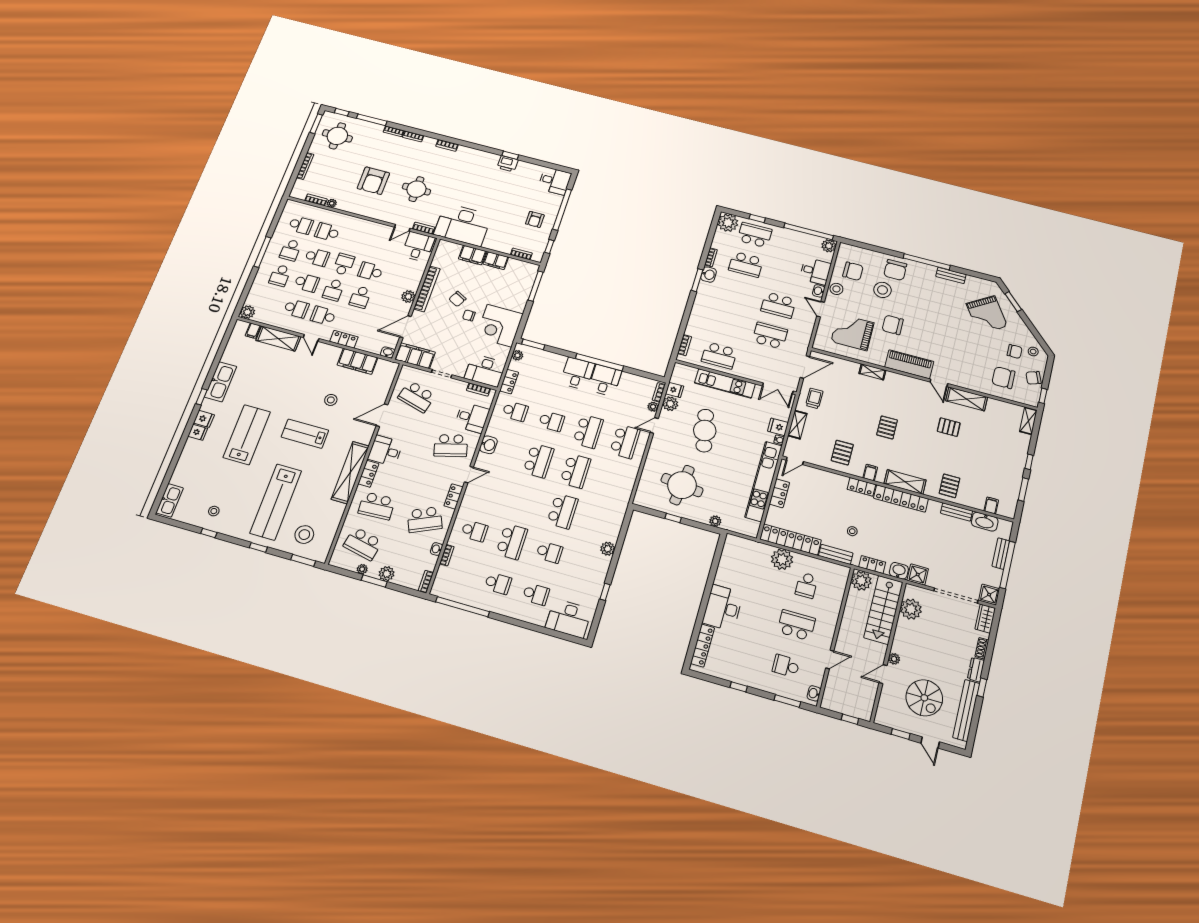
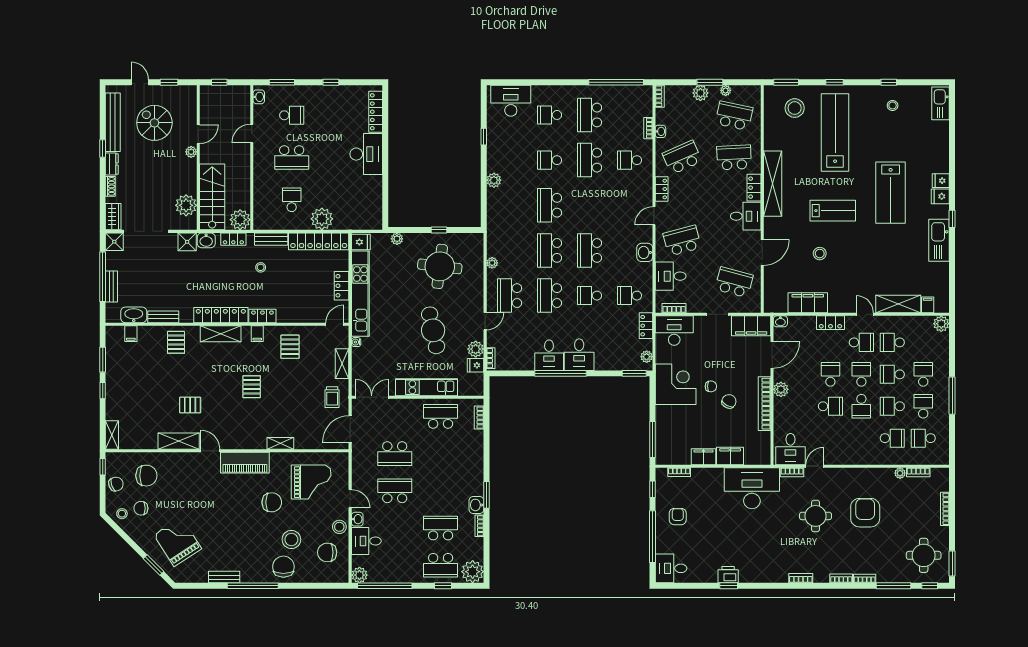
plant: (653, 407) -> (492, 263), moved
fridge: (778, 427) -> (361, 242), moved
school desk: (498, 583) -> (590, 115), width x1.85

